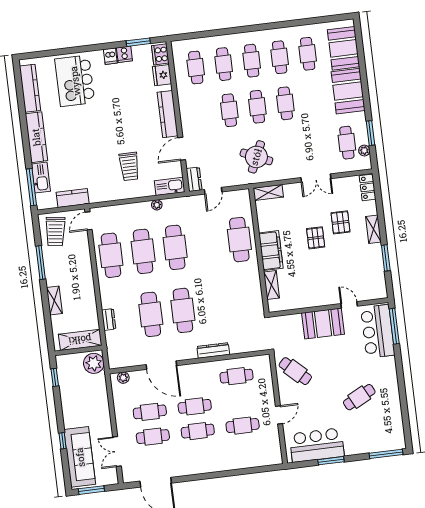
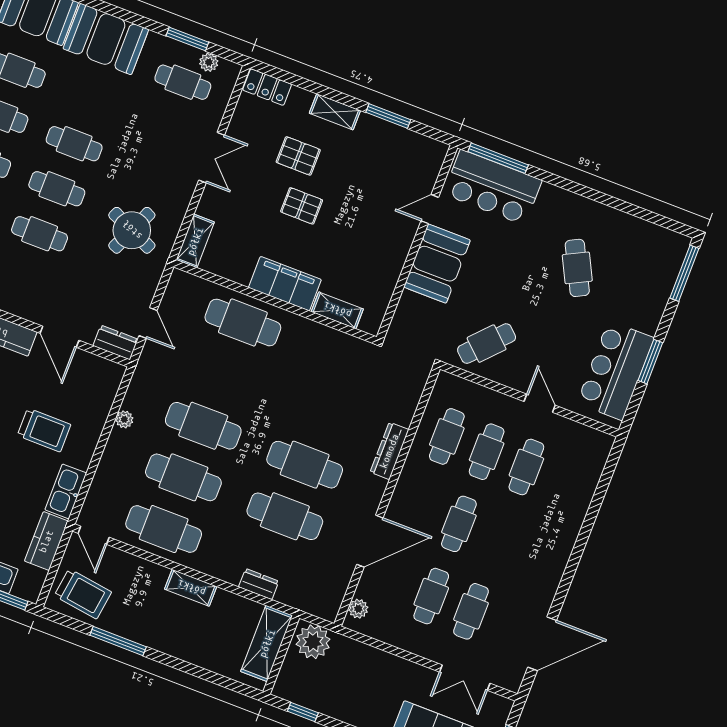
kitchen sink: (170, 186) -> (66, 491), moved
shelving: (54, 301) -> (191, 588), moved
cafe table: (198, 431) -> (487, 452), moved

